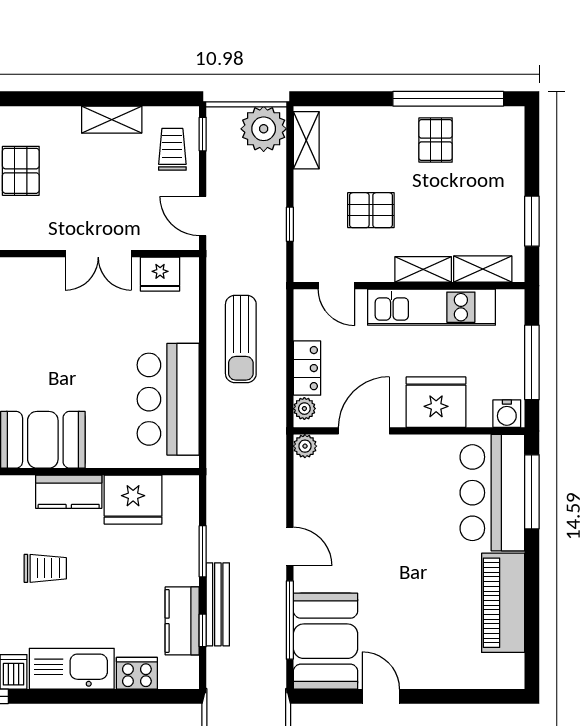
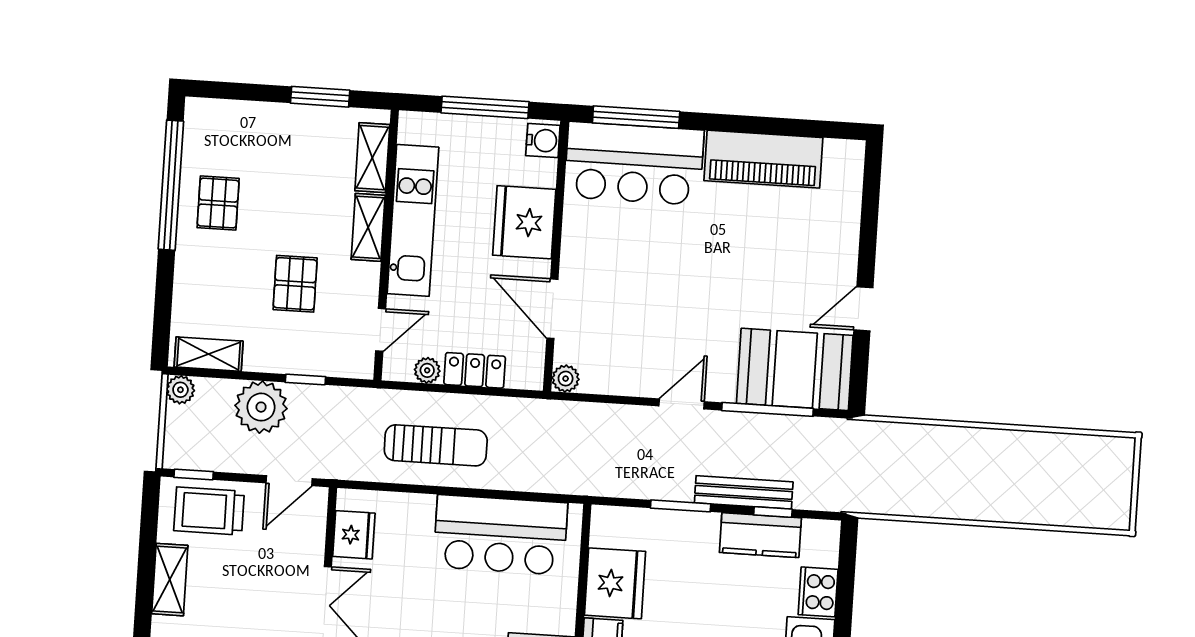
plant: (264, 129) -> (180, 390), width x0.53, depth x0.53
pallet: (436, 140) -> (218, 203), turned 90
trolley: (172, 149) -> (209, 511), width x1.36, depth x1.39
plant: (264, 188) -> (261, 407), added
plant: (304, 409) -> (427, 370), moved

